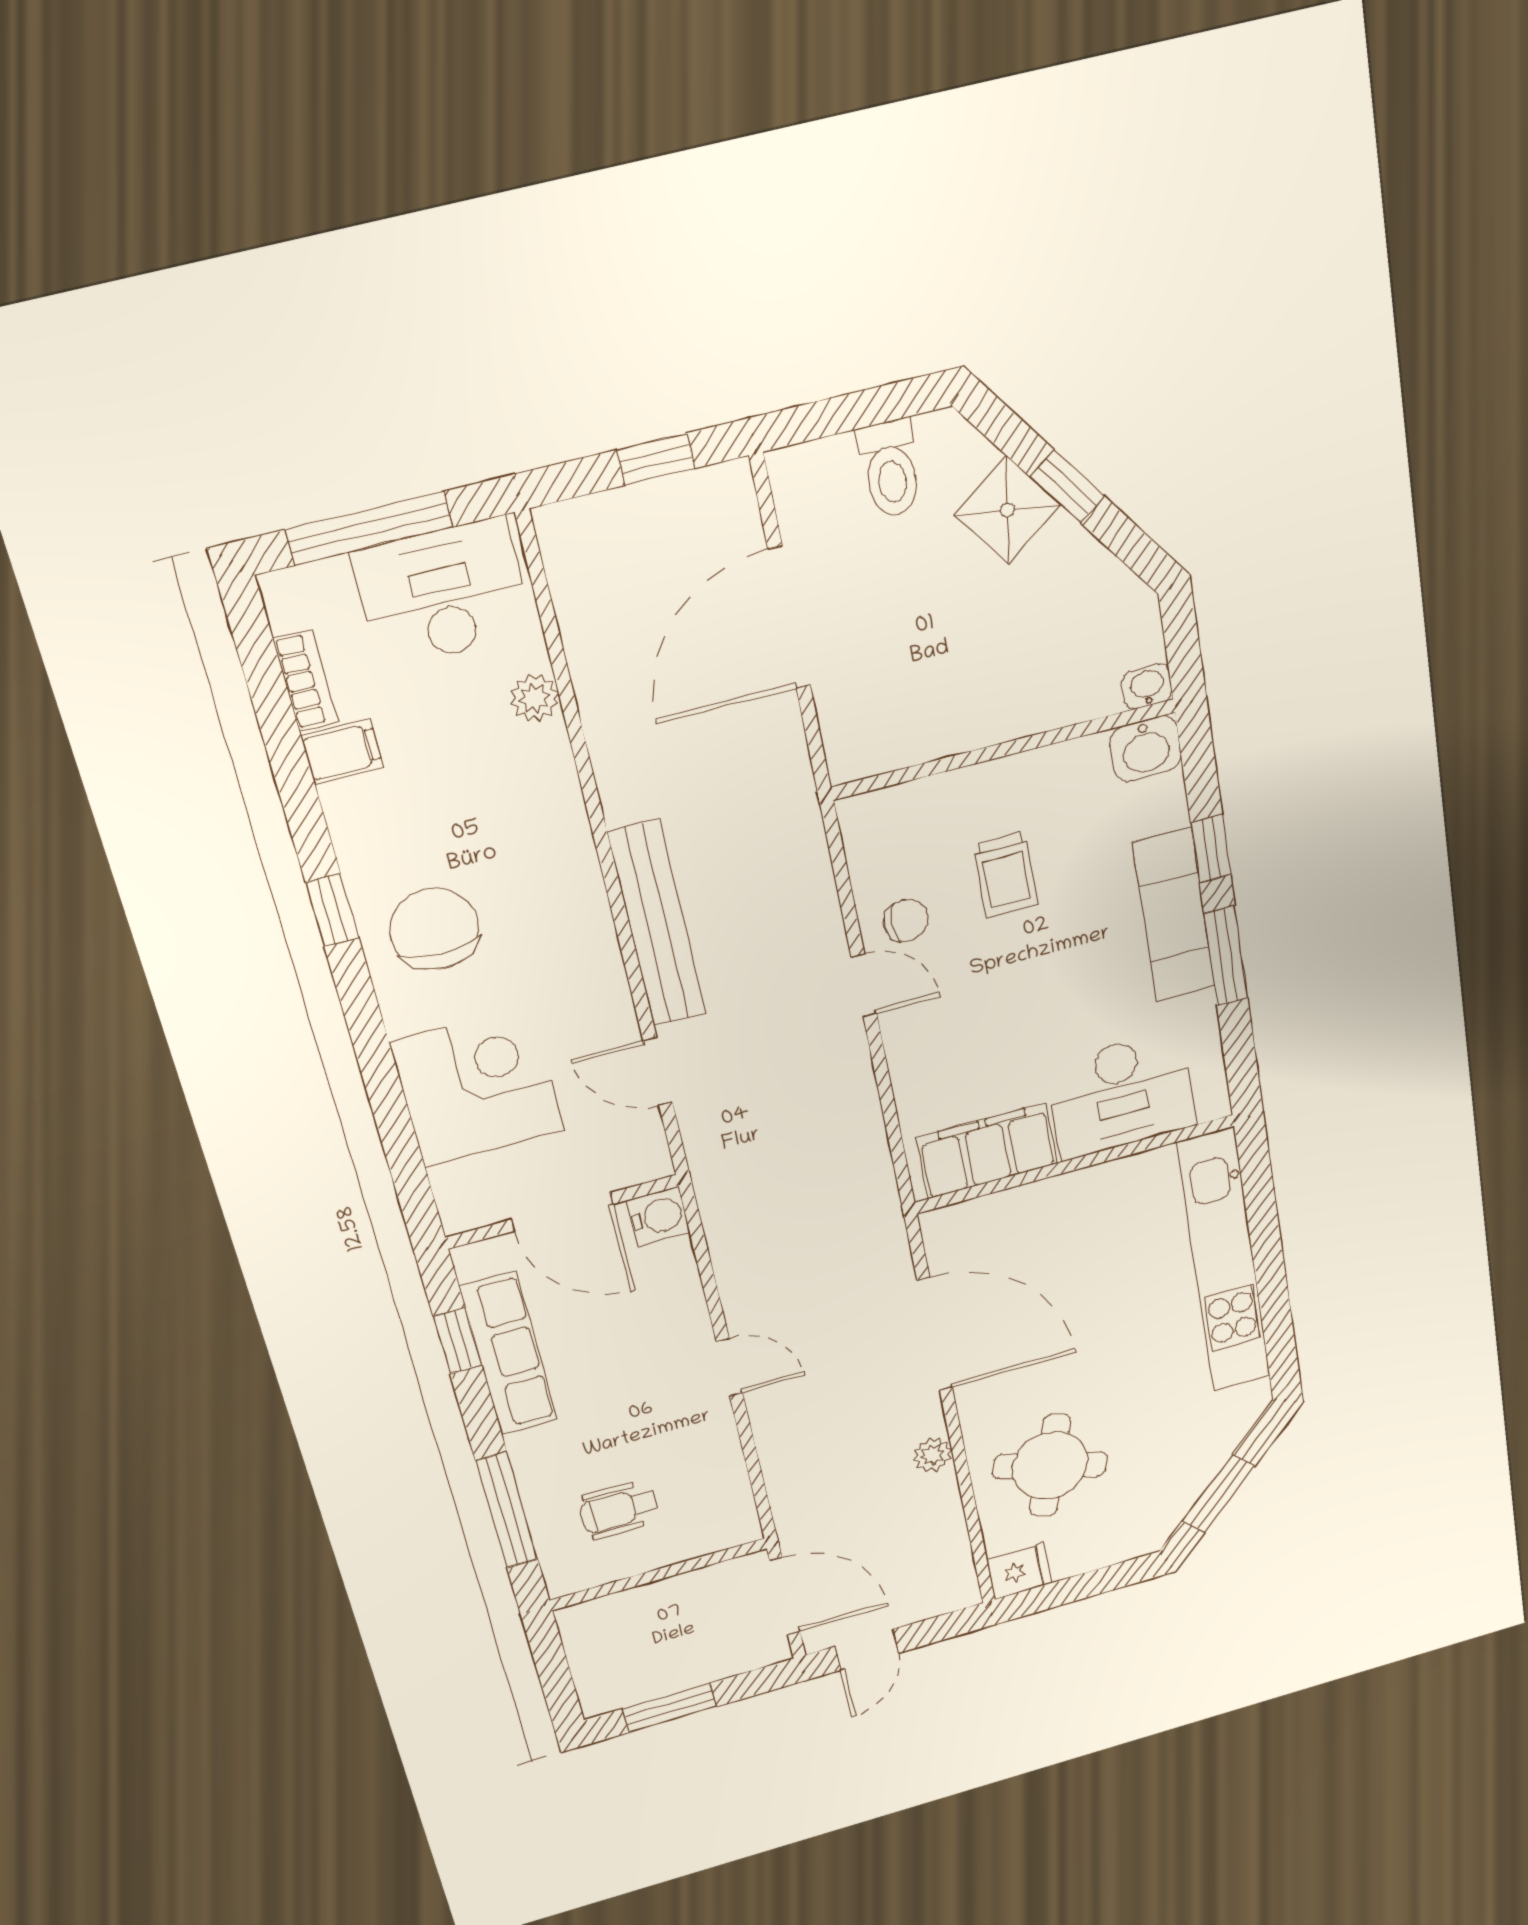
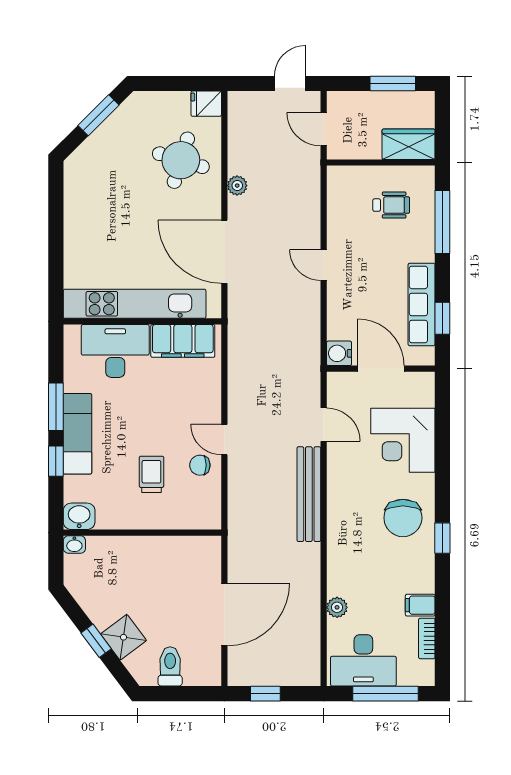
kitchen unit: (1224, 1261) -> (135, 304), moved, turned -90
door: (785, 1596) -> (324, 129), width x0.73
wardrobe: (612, 1620) -> (409, 144), added

